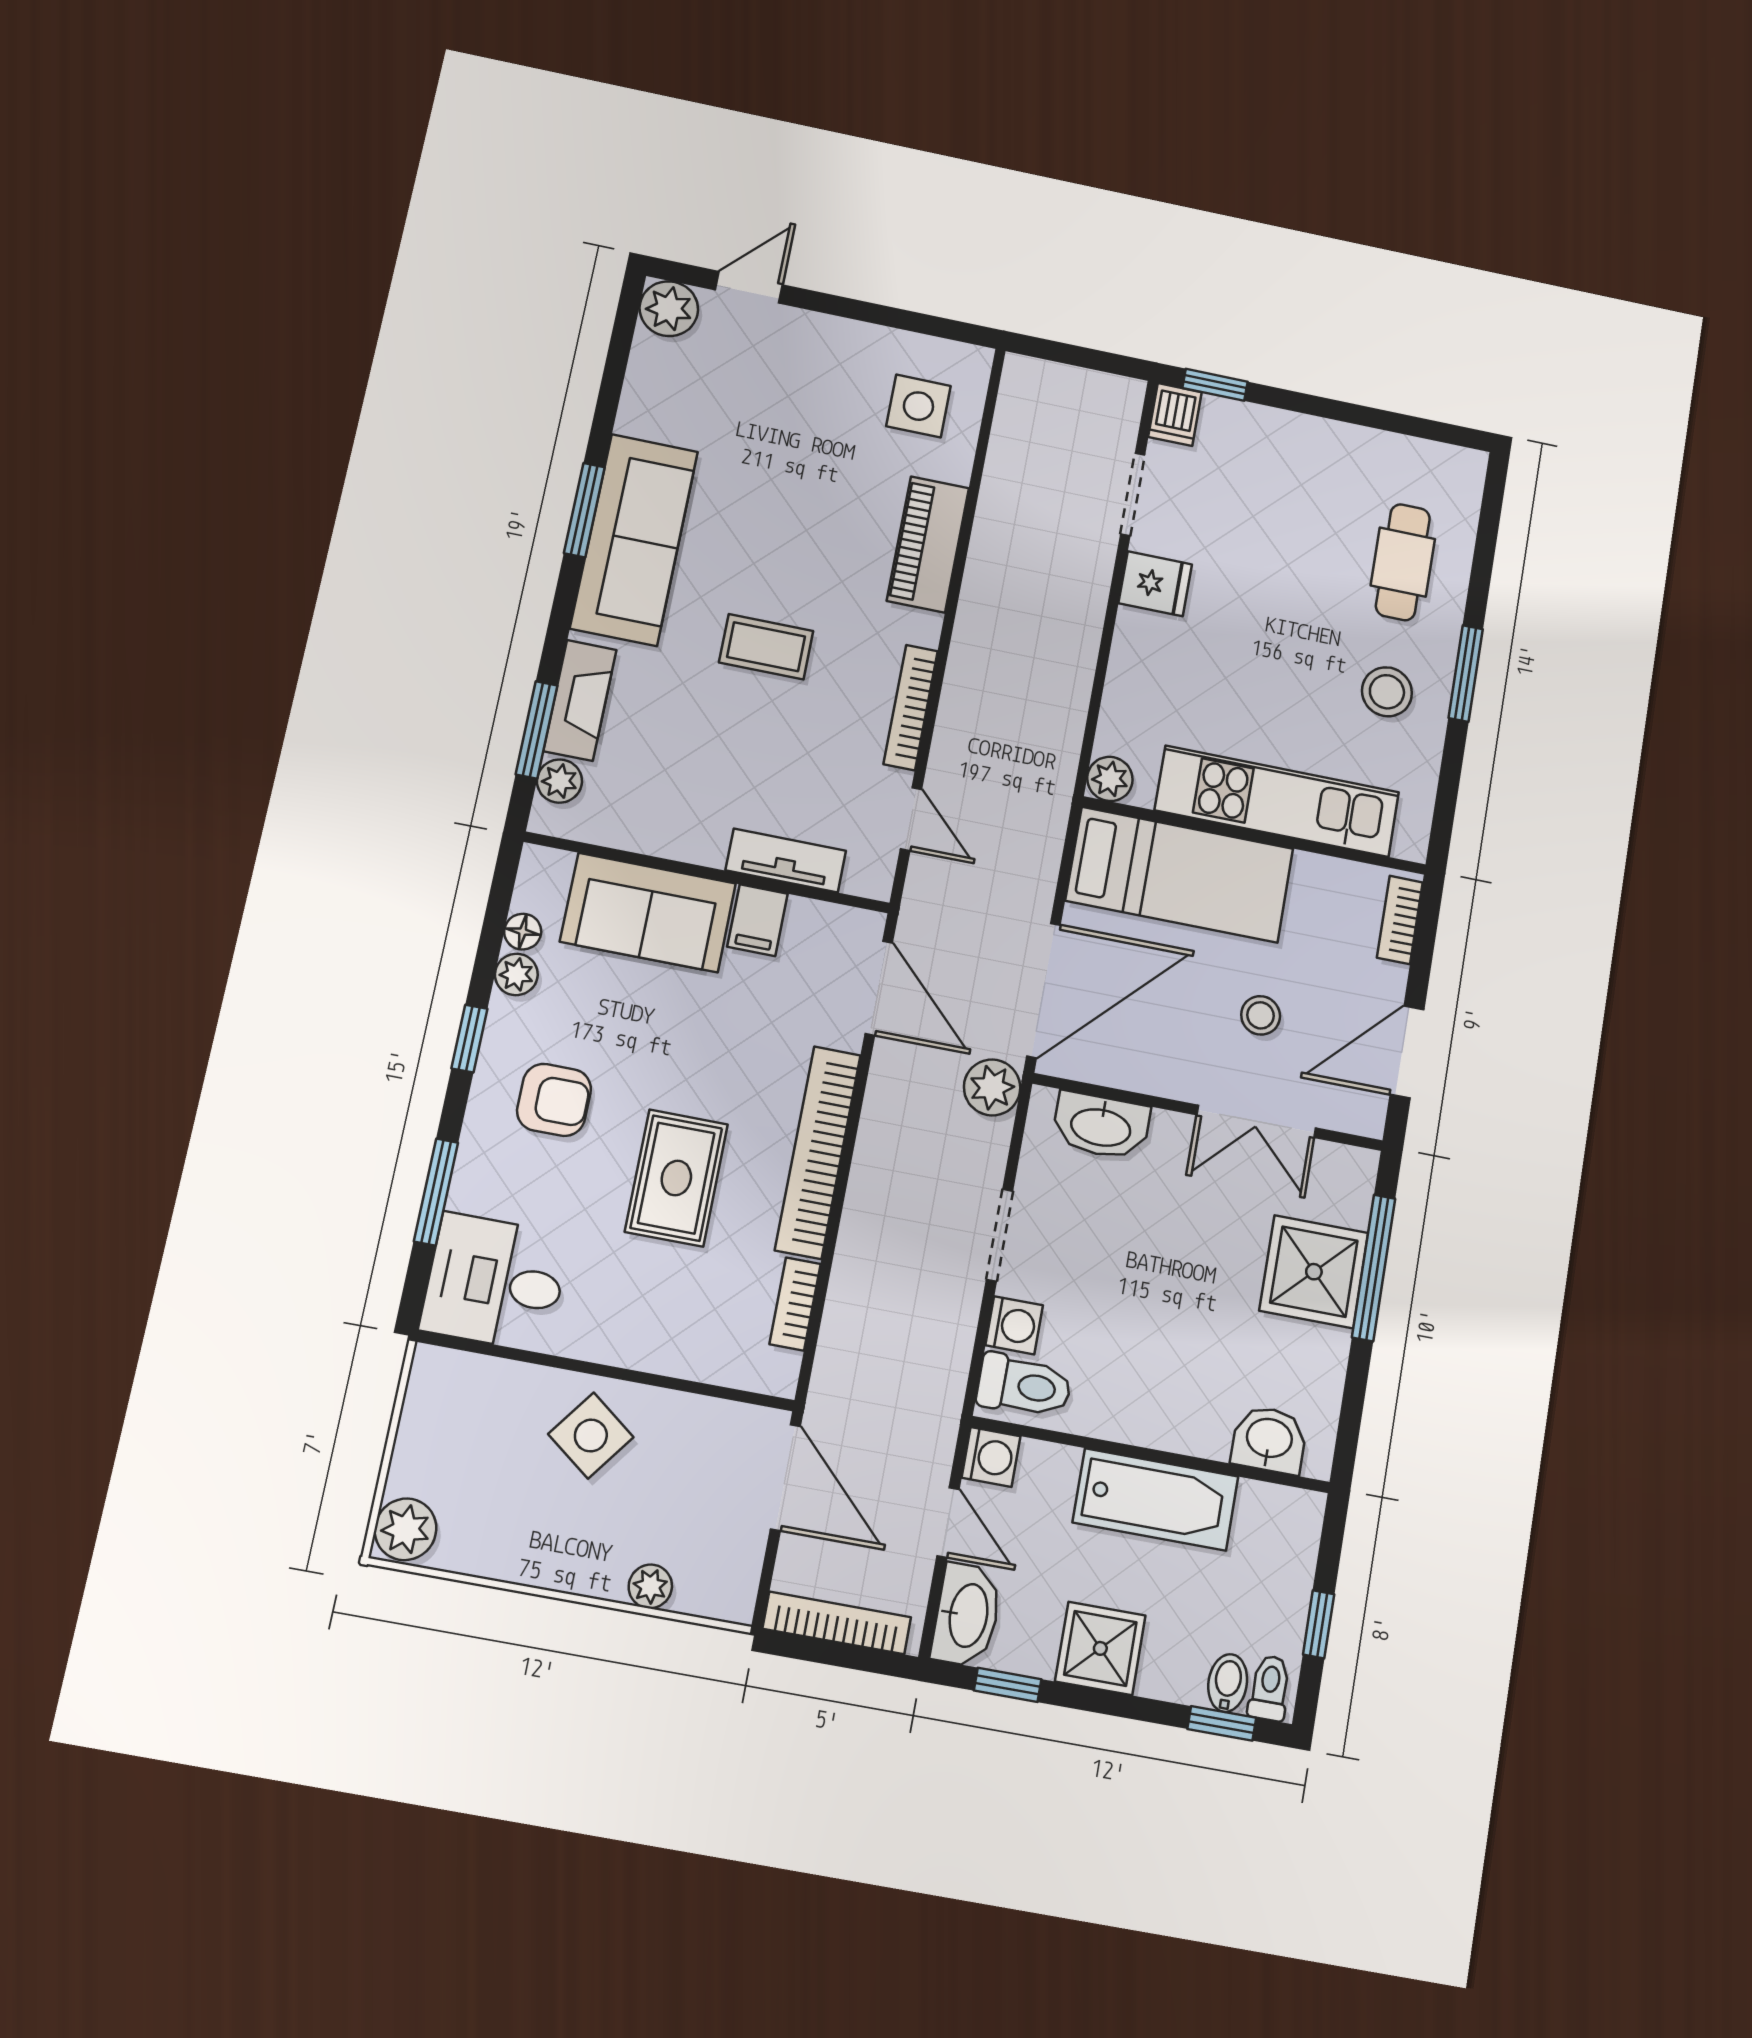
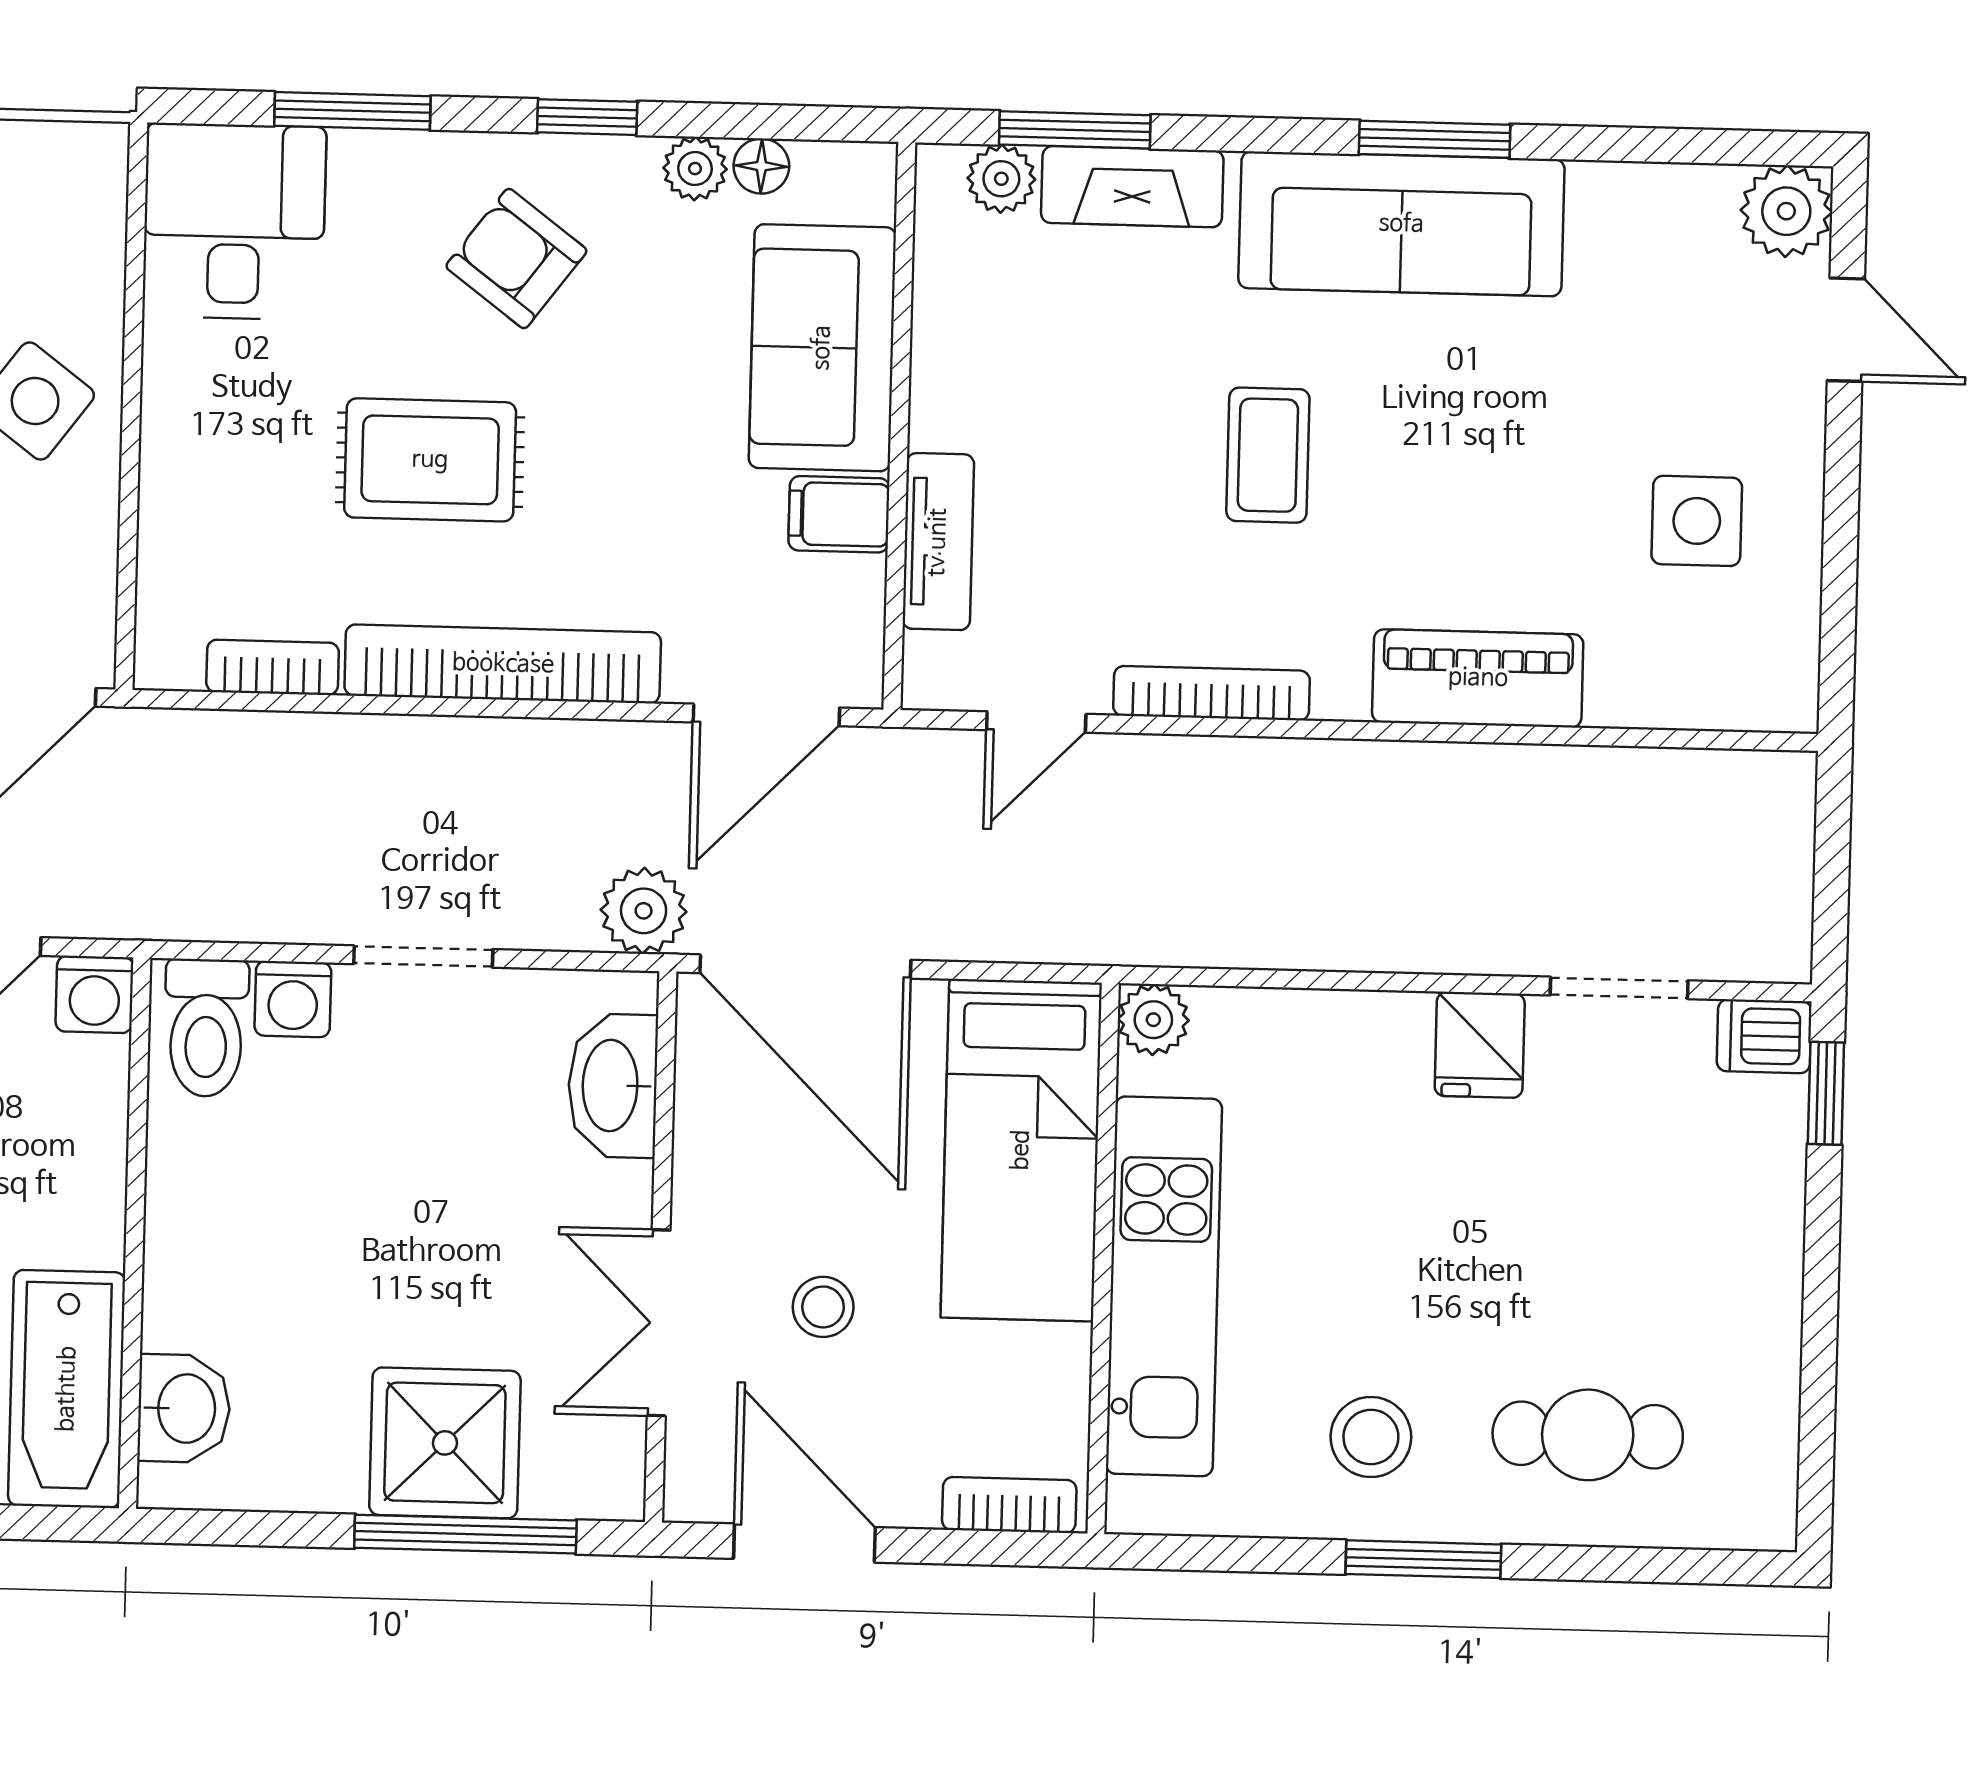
side table: (918, 406) -> (1697, 521), moved
armchair: (554, 1100) -> (516, 259), turned 127
bathtub: (1156, 1499) -> (67, 1389), moved

